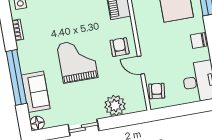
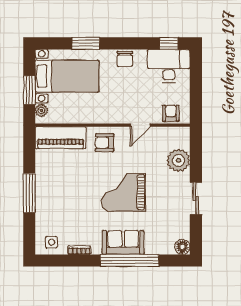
armchair: (120, 47) -> (105, 143), moved
armchair: (157, 91) -> (171, 113), turned 83
sofa: (36, 92) -> (123, 242), moved

